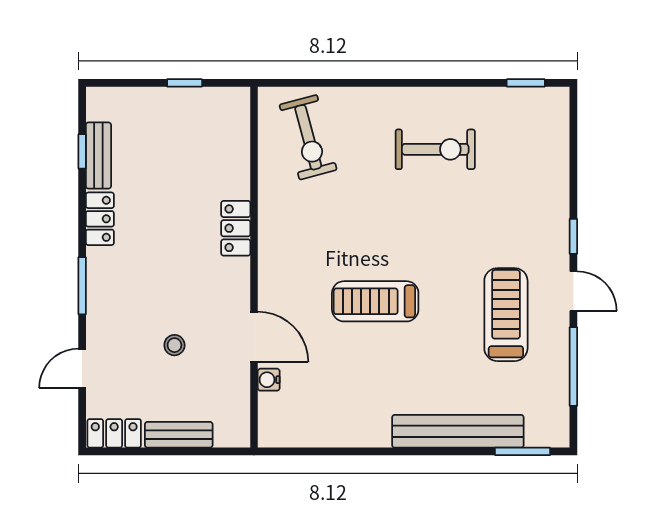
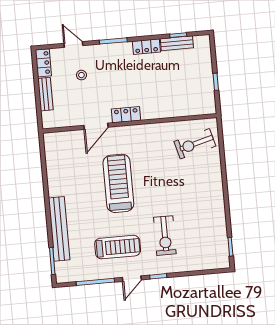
exercise bike: (435, 149) -> (165, 236), moved
locker: (236, 228) -> (126, 115), moved
treadmill: (375, 301) -> (118, 183), width x1.37, depth x1.37
stool: (174, 345) -> (81, 75), moved
water cooler: (269, 380) -> (76, 135), removed

